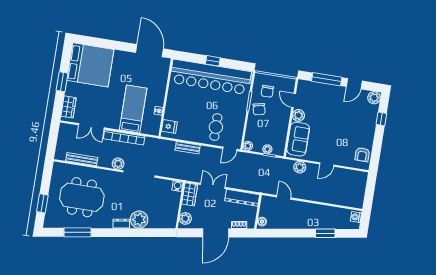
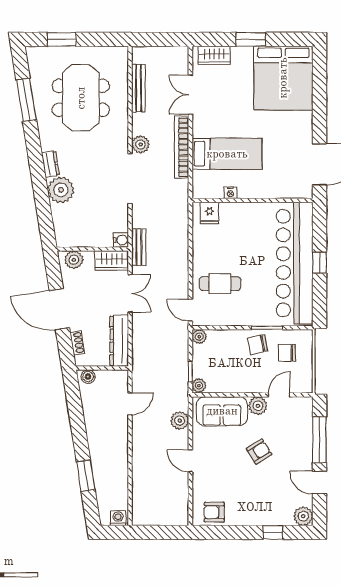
armchair: (328, 119) -> (259, 451), added
bench: (188, 148) -> (139, 247), moved
plant: (267, 149) -> (199, 386), moved

